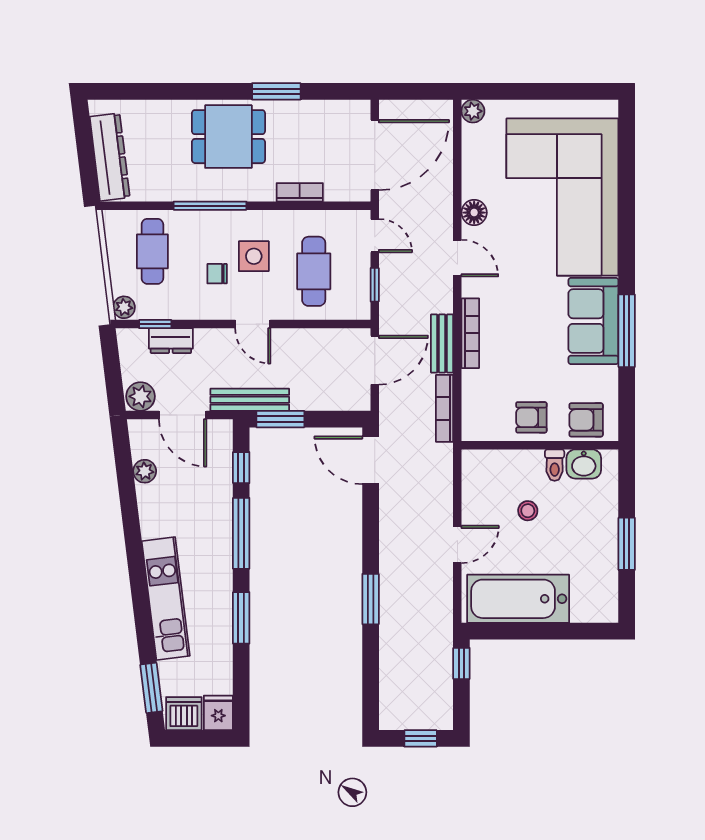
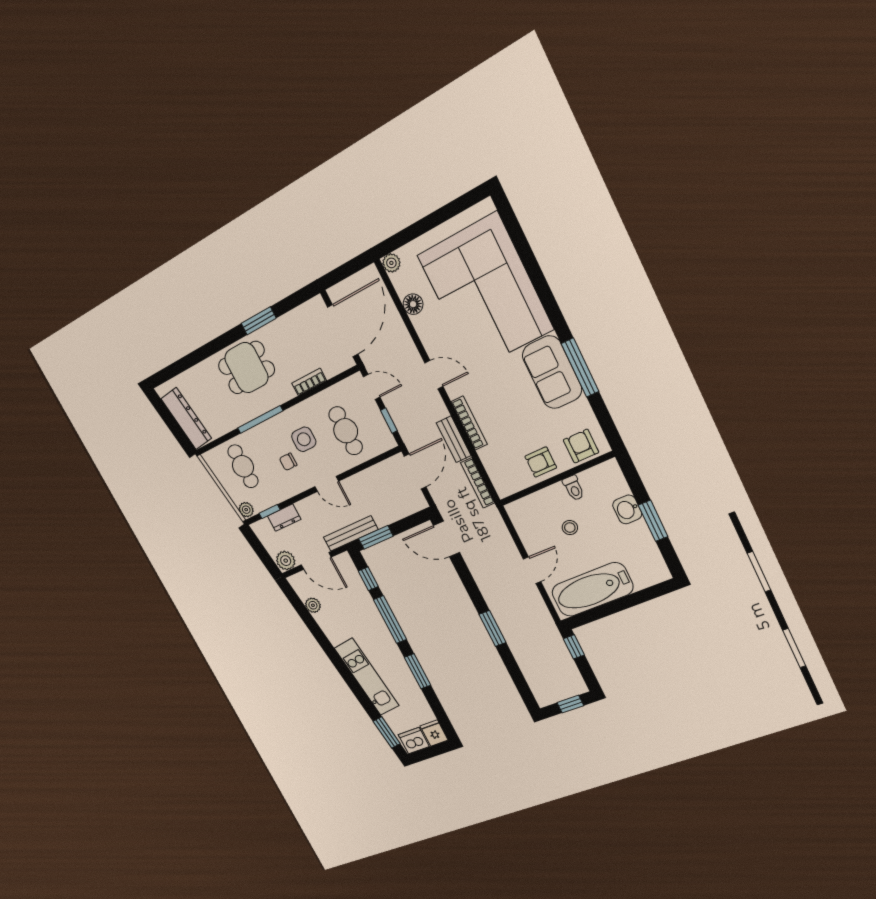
floor lamp: (474, 213) -> (413, 304), moved
armchair: (586, 420) -> (581, 446), turned 90
washbasin: (584, 464) -> (627, 509), moved, turned 90

